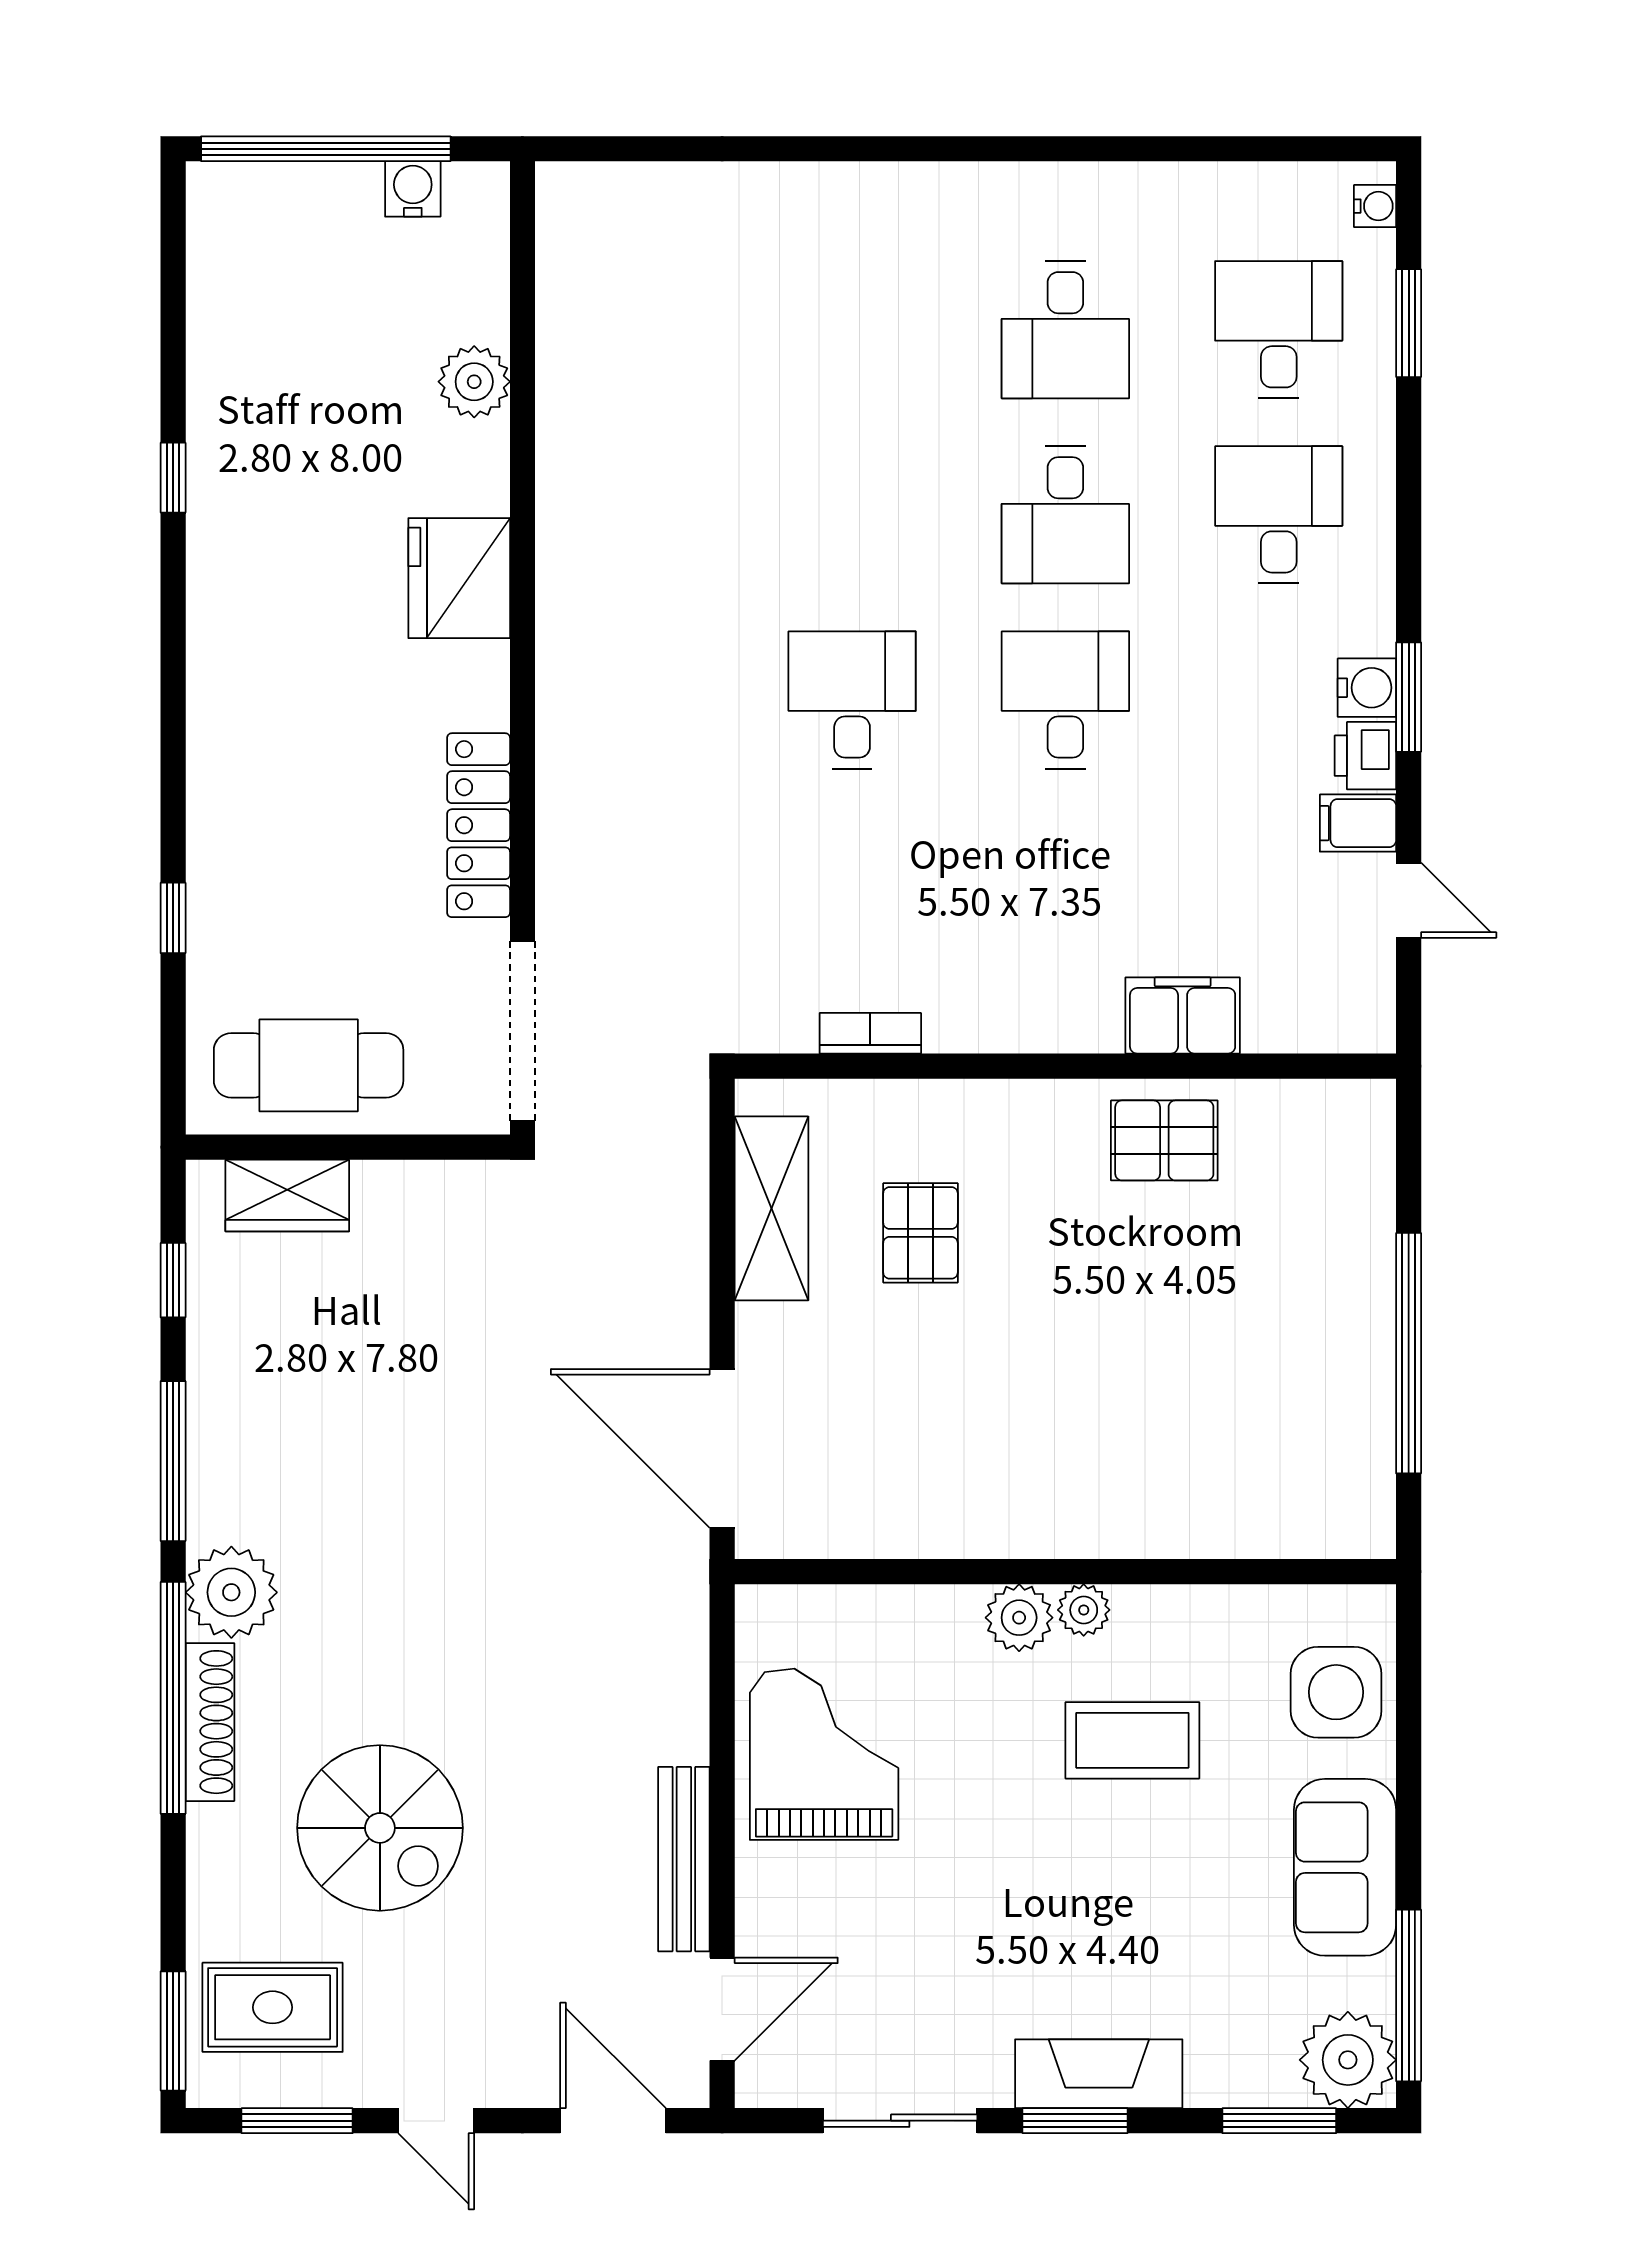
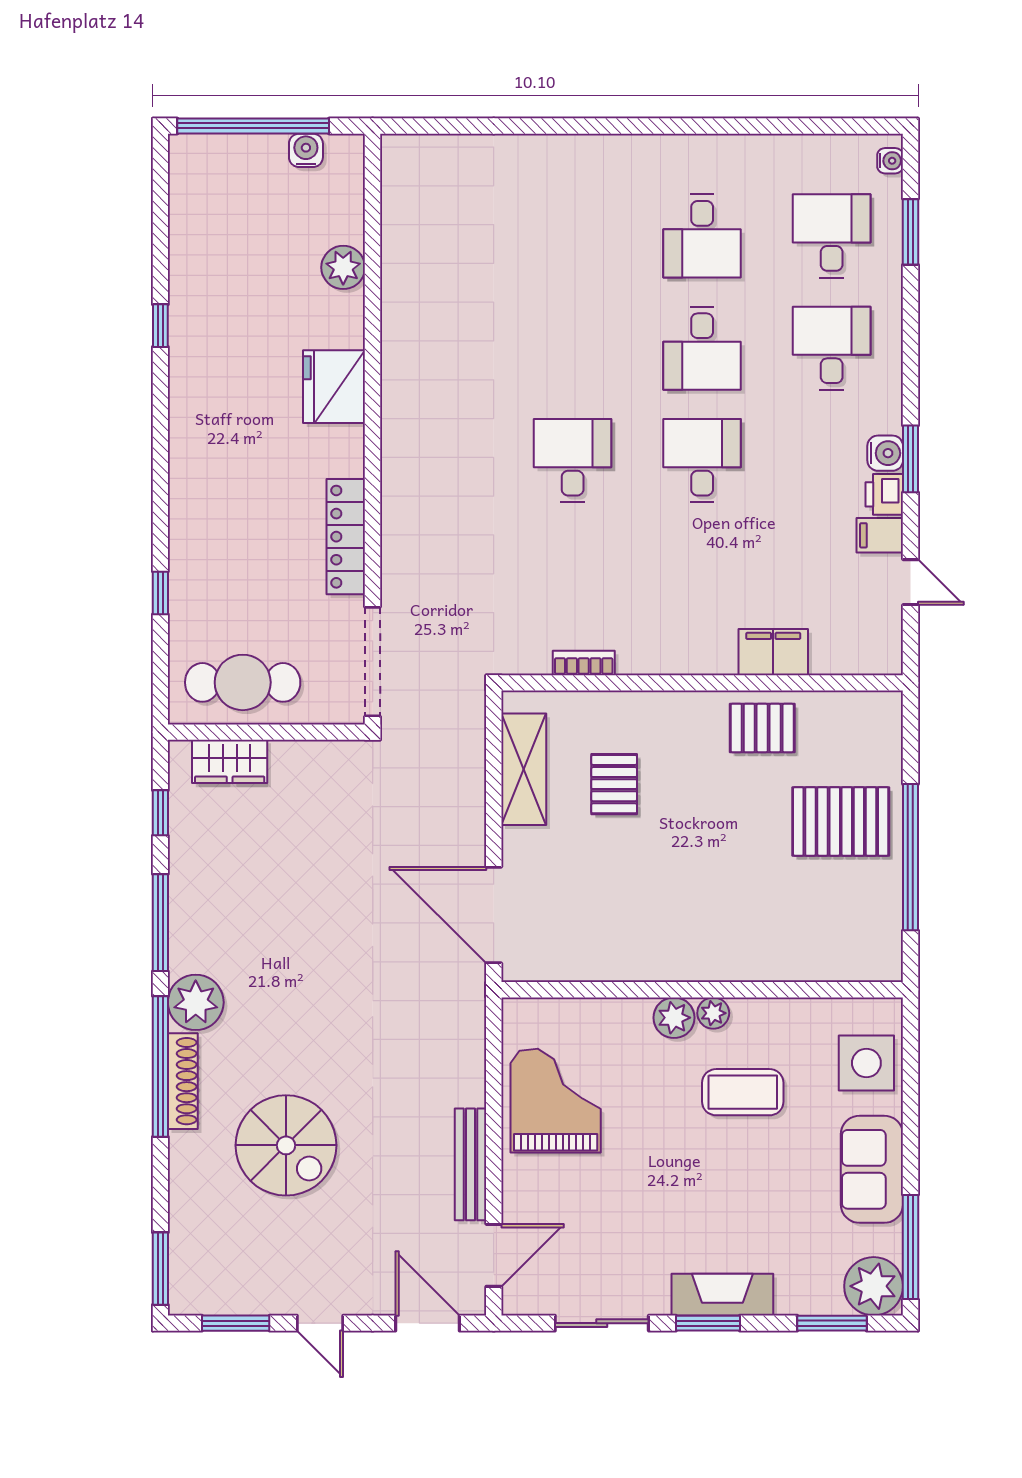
pallet: (1294, 1294) -> (841, 821), added
rug: (273, 2007) -> (221, 1254), removed

